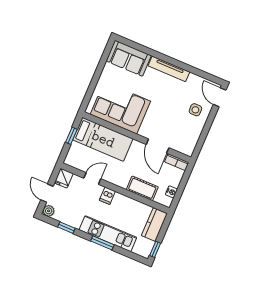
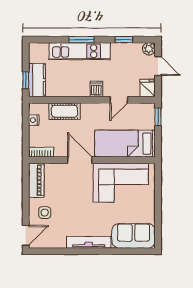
door: (220, 97) -> (26, 235), hinge flipped
window: (71, 136) -> (158, 117), moved
piano: (191, 140) -> (36, 180), added
door: (158, 146) -> (80, 160), moved
window: (155, 249) -> (26, 80), moved

